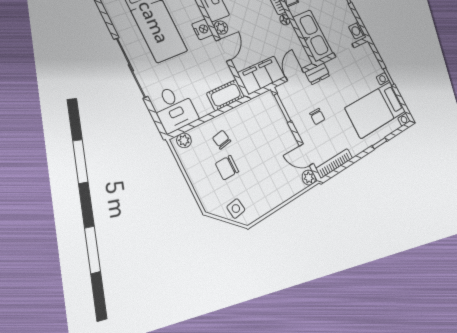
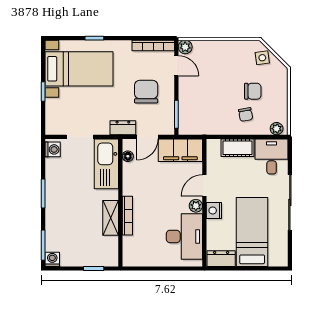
floor lamp: (285, 20) -> (128, 156), moved
cot: (226, 95) -> (238, 148), moved
chair: (317, 116) -> (146, 92), width x1.87, depth x1.87

